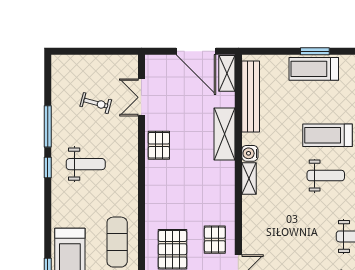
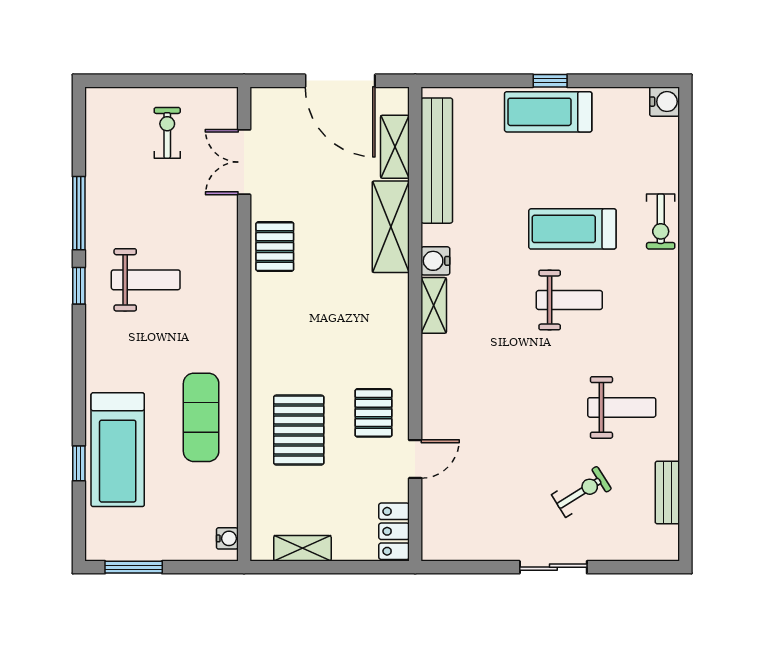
window: (315, 51) -> (550, 81), width x0.67
shelving: (227, 73) -> (395, 147), moved
exercise bike: (96, 103) -> (167, 133), moved, turned -105

